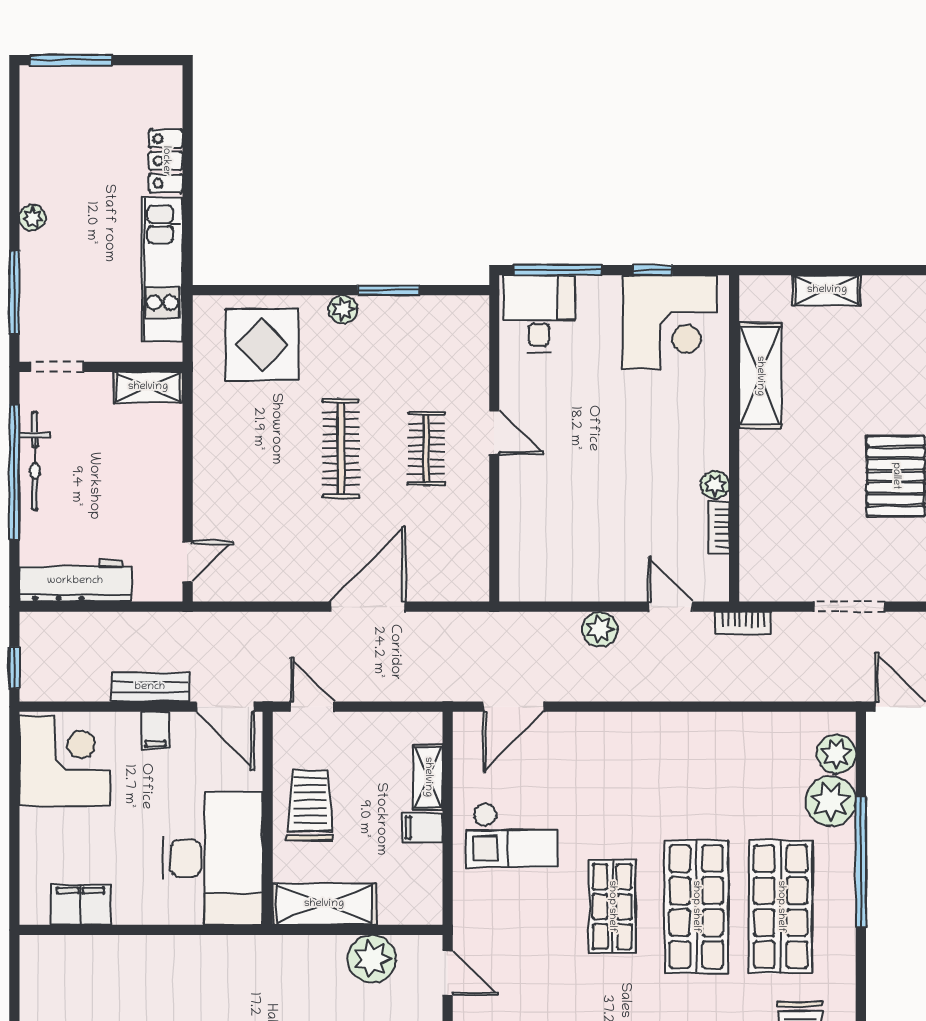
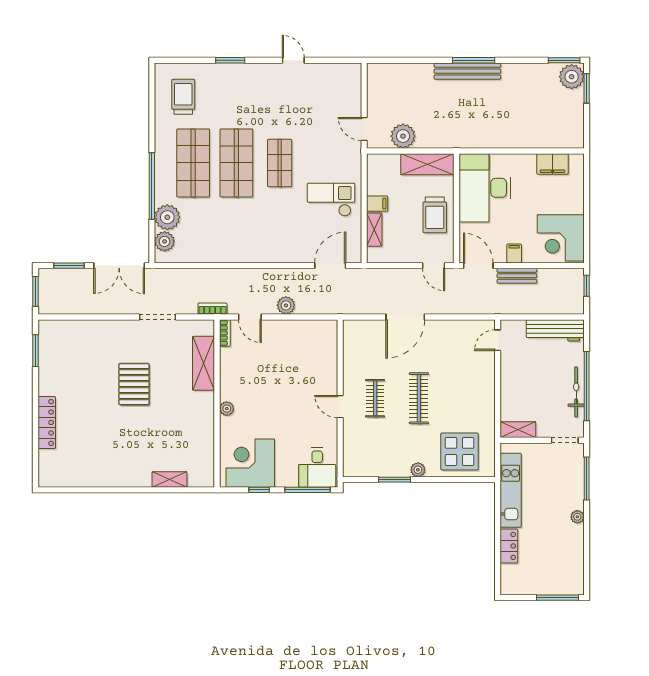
shelving: (760, 376) -> (204, 363), moved
plant: (715, 485) -> (227, 409), moved
bookcase: (719, 528) -> (225, 333), moved

